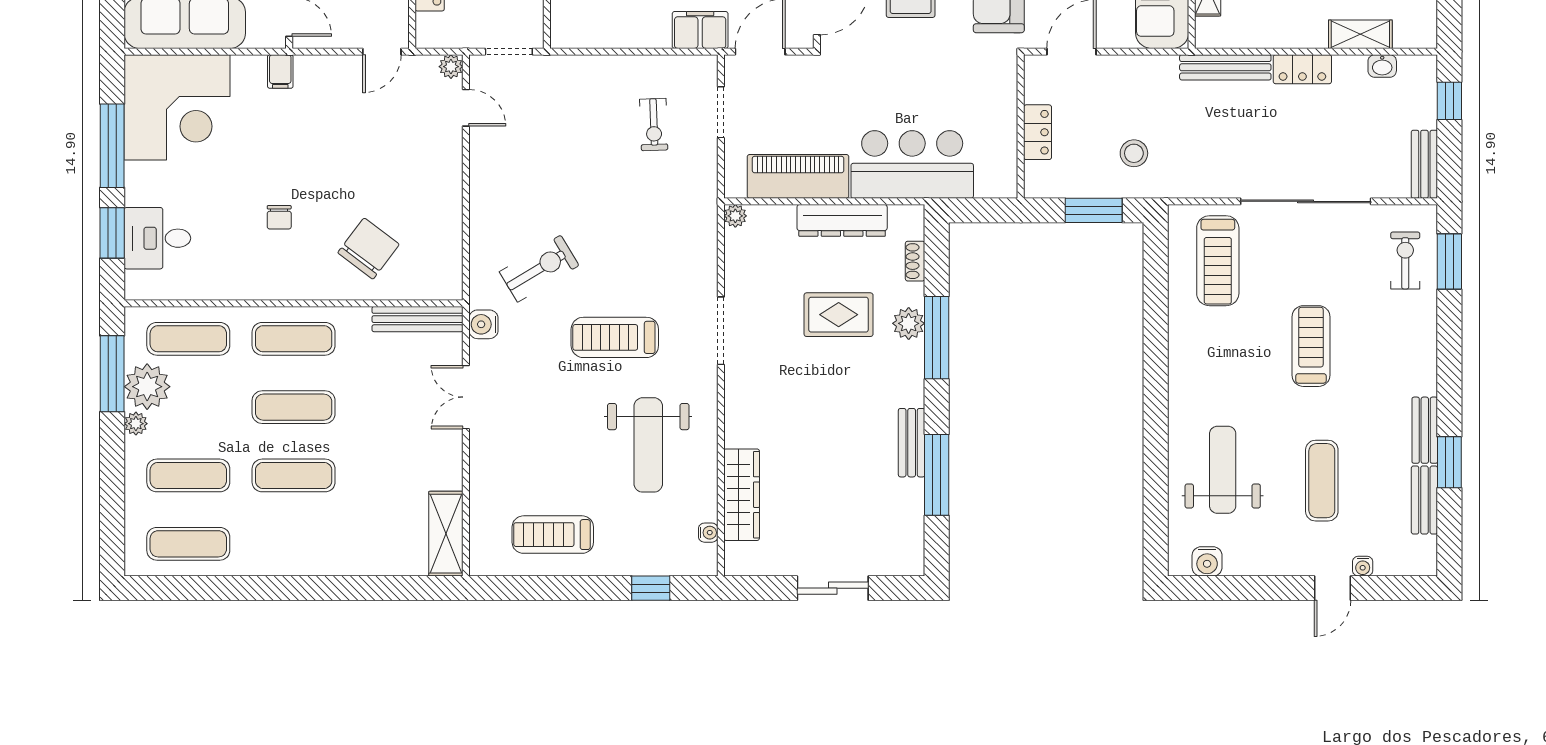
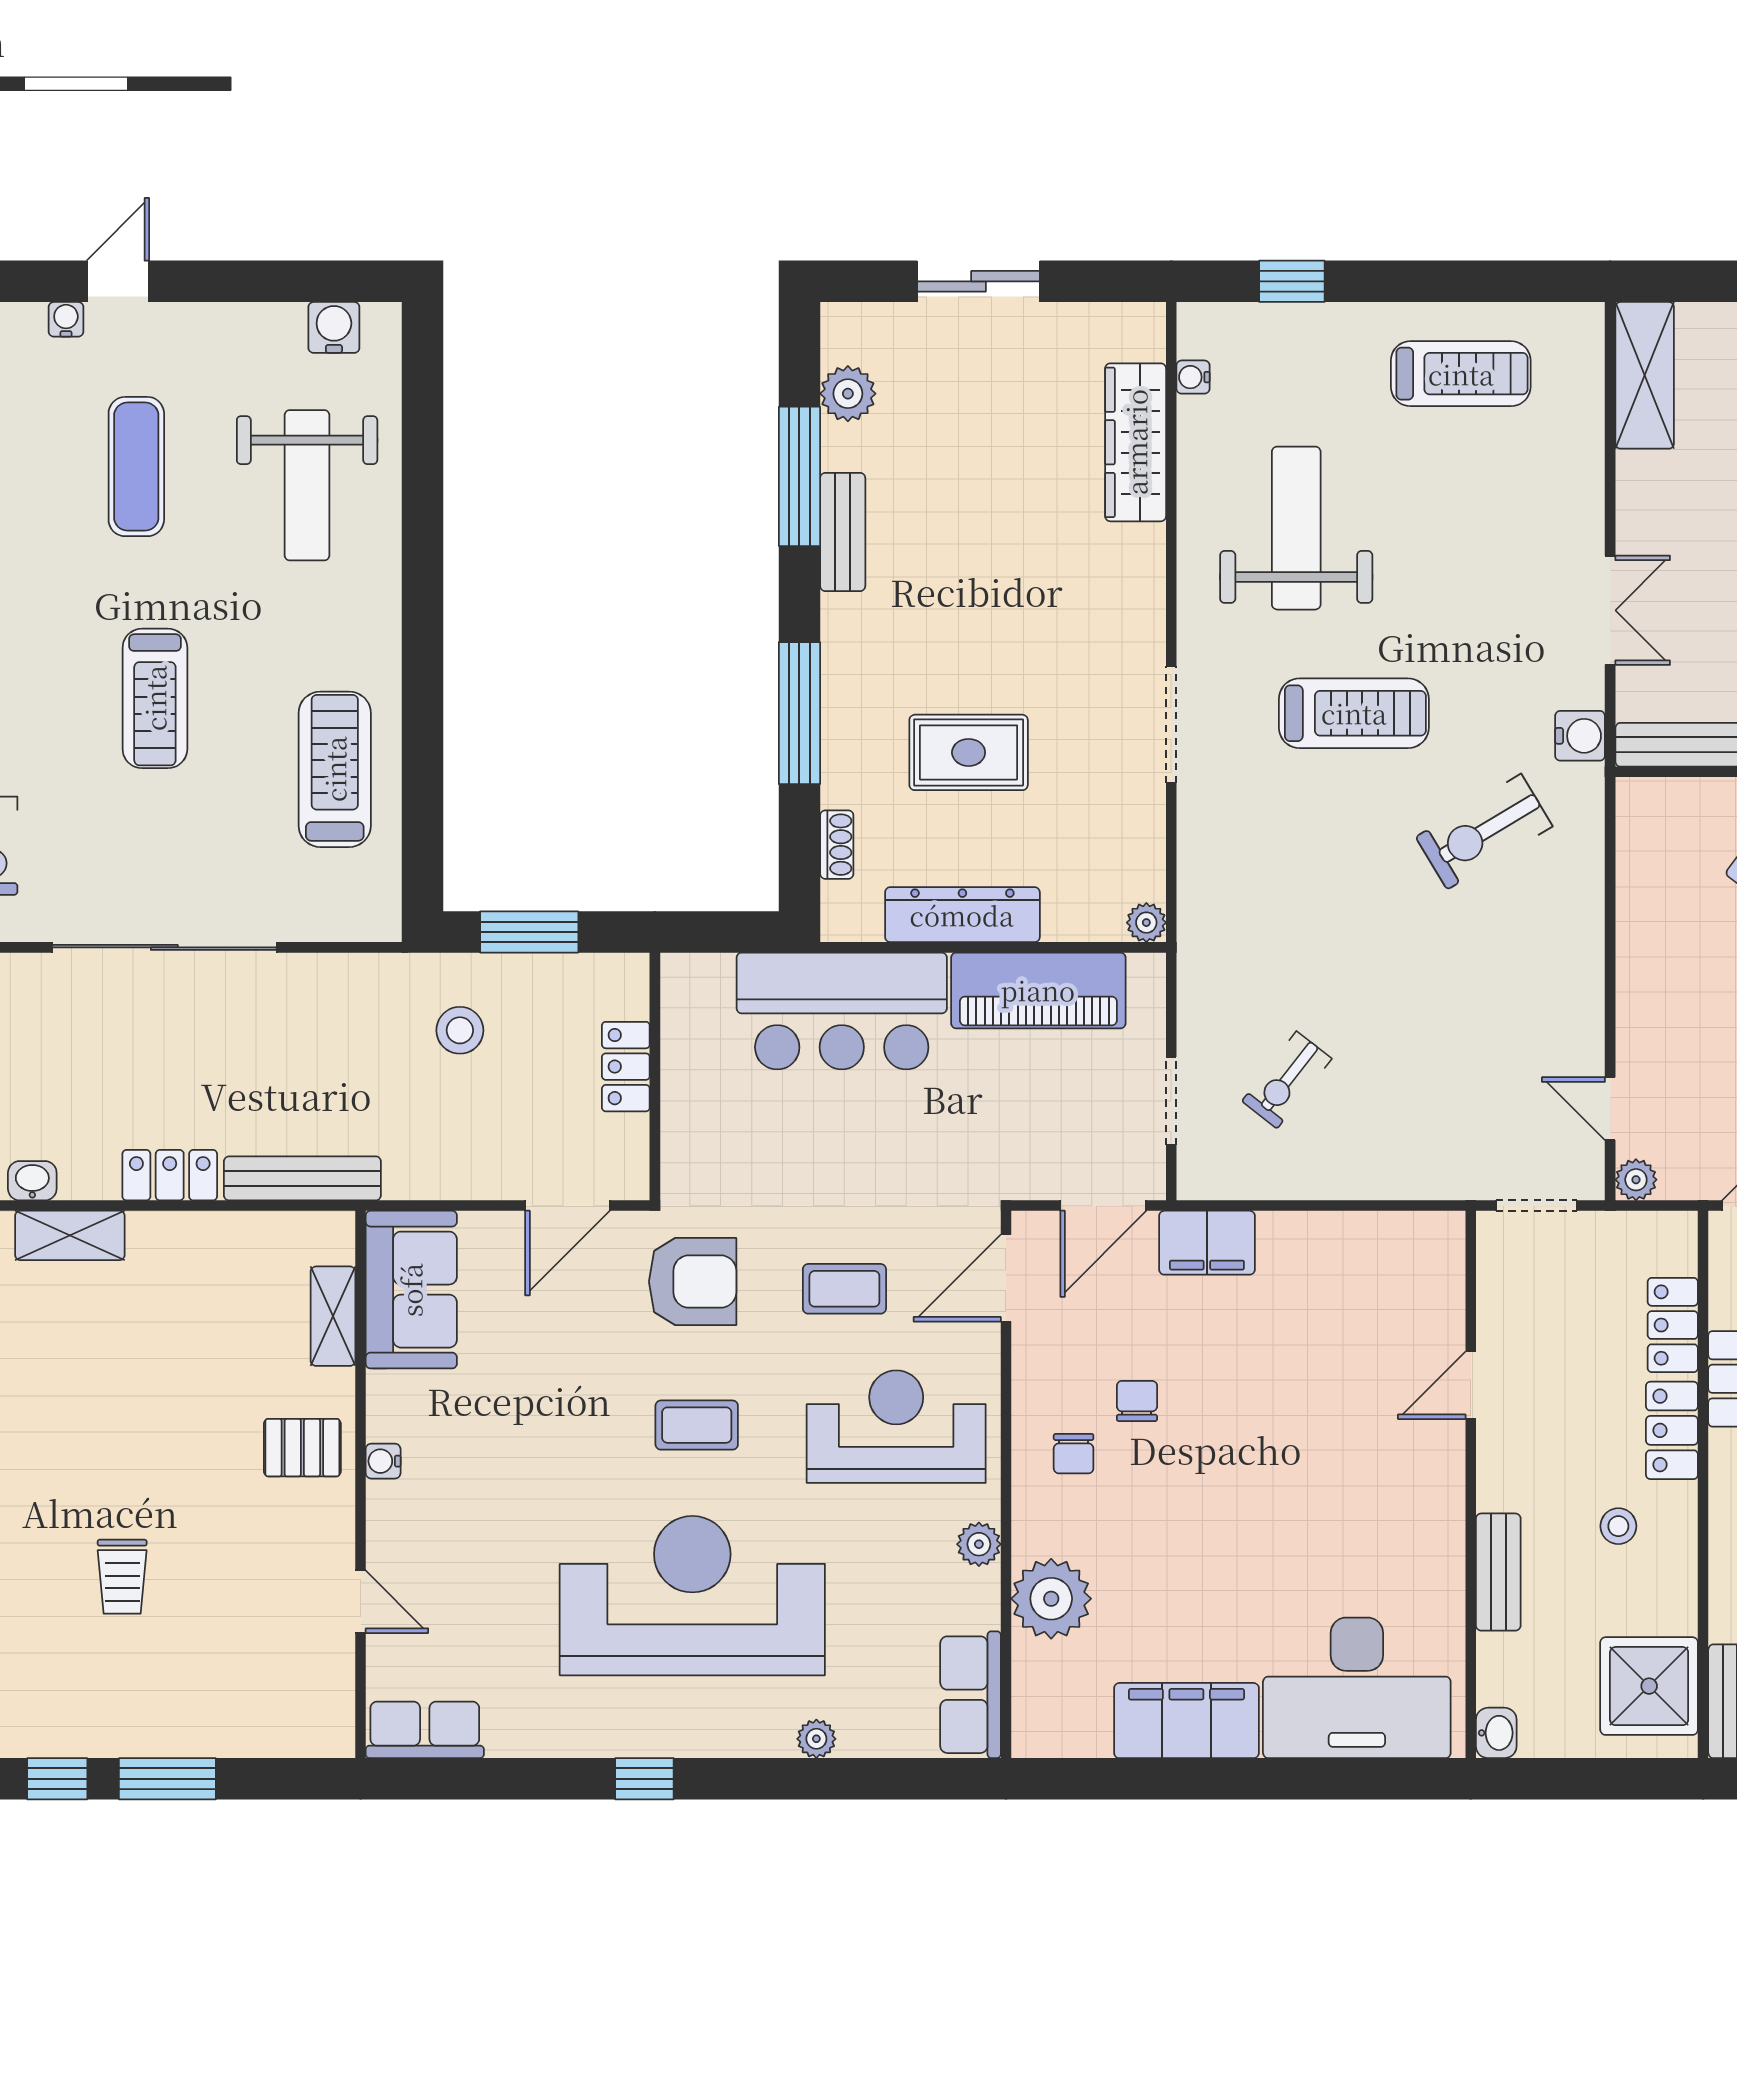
exercise bike: (654, 124) -> (1287, 1080), turned -140
treadmill: (1218, 261) -> (335, 769), moved
plant: (909, 323) -> (848, 394), moved

